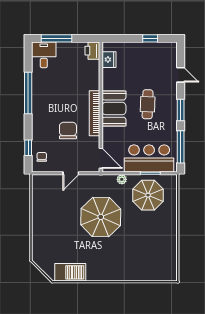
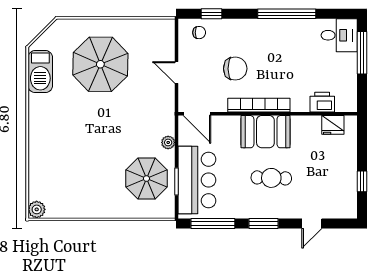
printer: (92, 51) -> (322, 102), moved
door: (101, 158) -> (197, 114), hinge flipped
parasol: (101, 217) -> (100, 64), moved
plant: (171, 275) -> (37, 209), added

